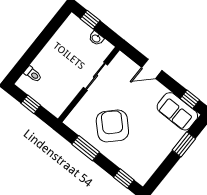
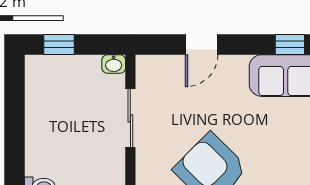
washbasin: (96, 38) -> (114, 64), moved

